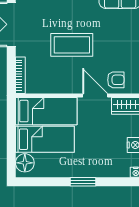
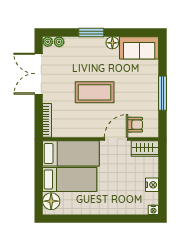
door: (95, 95) -> (116, 139), hinge flipped
window: (83, 182) -> (105, 219), removed

